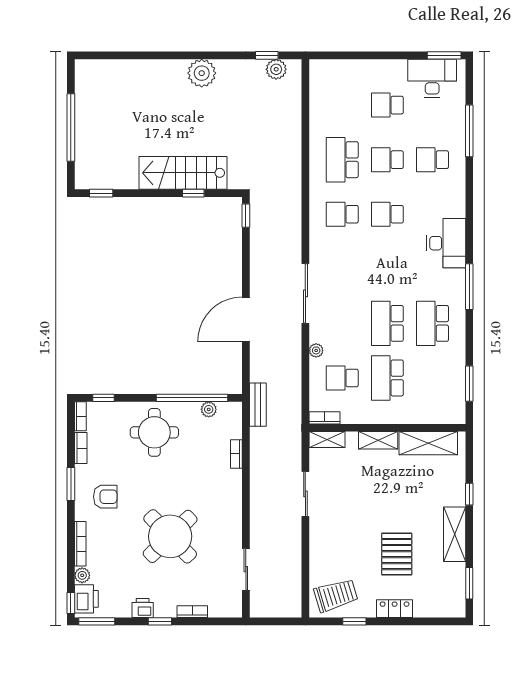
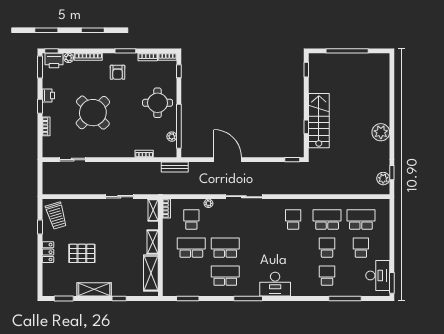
school desk: (387, 214) -> (361, 220), moved, width x1.85

